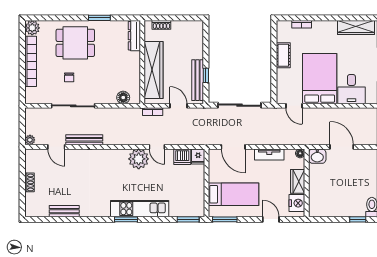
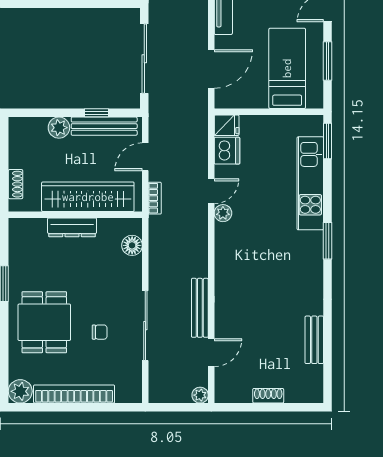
dresser: (134, 36) -> (72, 227), moved
plant: (197, 52) -> (59, 128), added
plant: (139, 159) -> (223, 213), width x0.53, depth x0.53
kitchen unit: (140, 209) -> (310, 183), moved
window: (225, 219) -> (328, 61), moved

